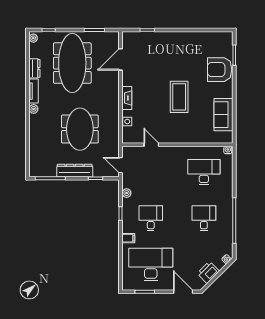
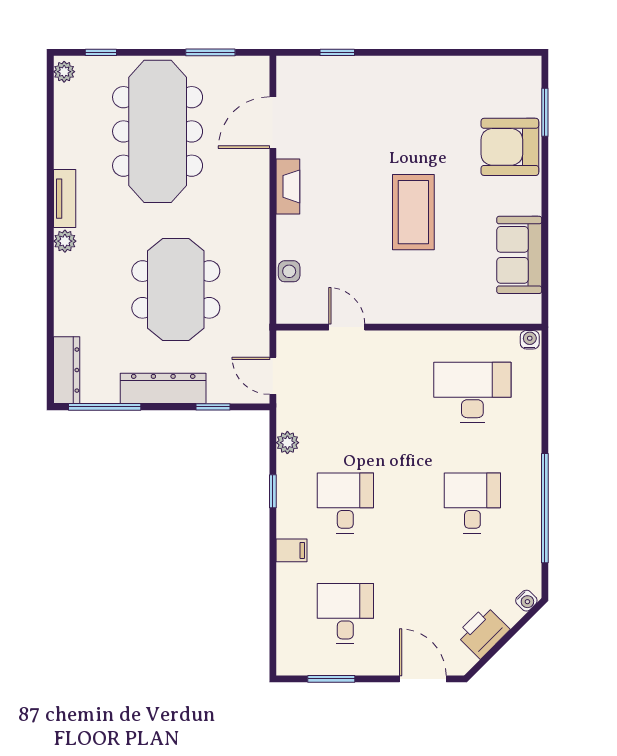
dresser: (34, 68) -> (67, 370), moved, width x1.44
fireplace: (127, 98) -> (288, 186), moved
desk: (151, 265) -> (345, 614), width x0.53, depth x0.77

